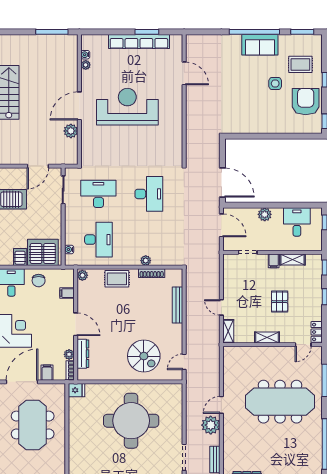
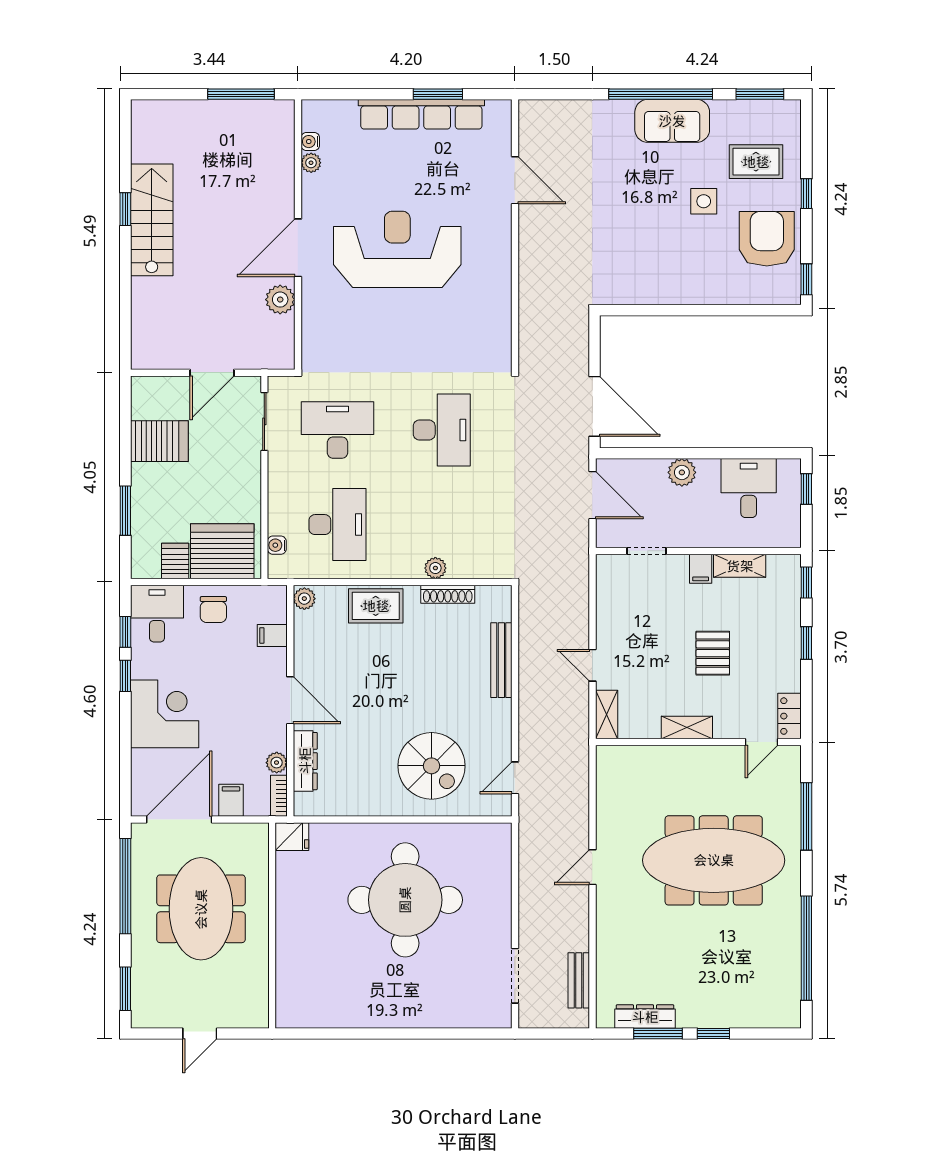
plant: (211, 425) -> (570, 909), removed

